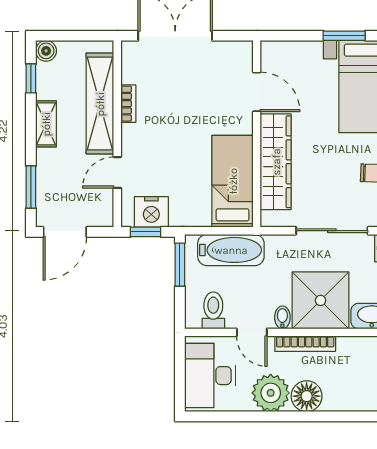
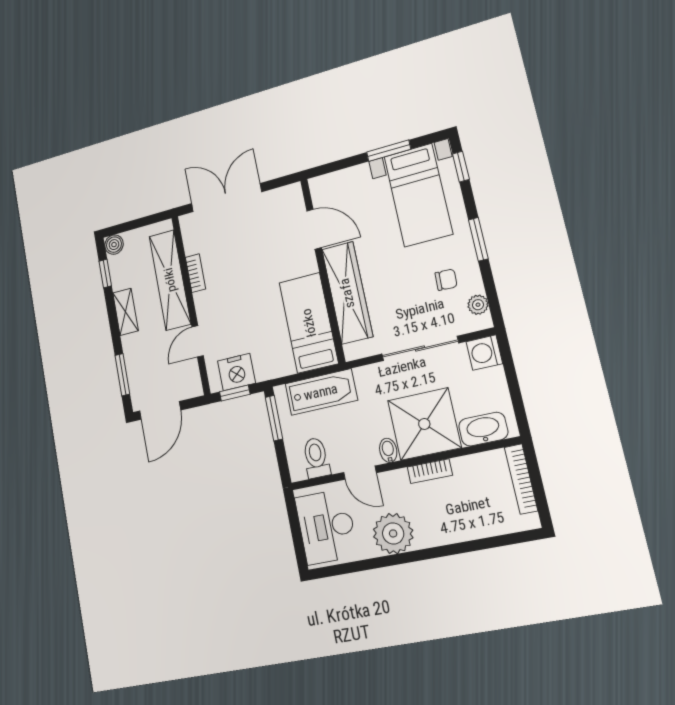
bookcase: (305, 344) -> (430, 471), width x0.64
floor lamp: (307, 396) -> (432, 530), removed

